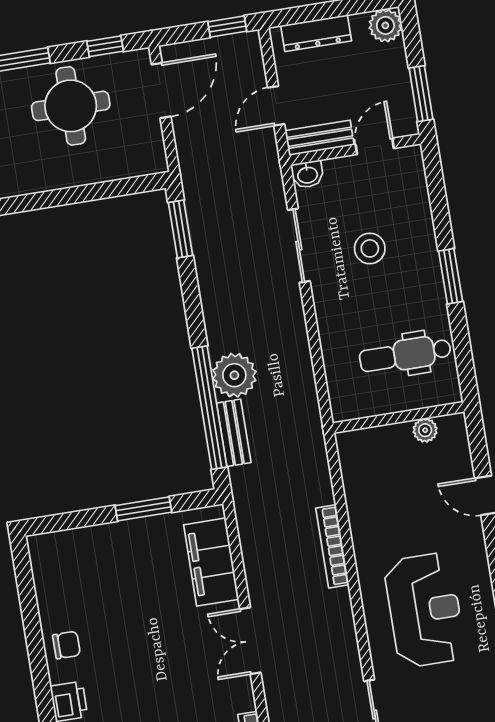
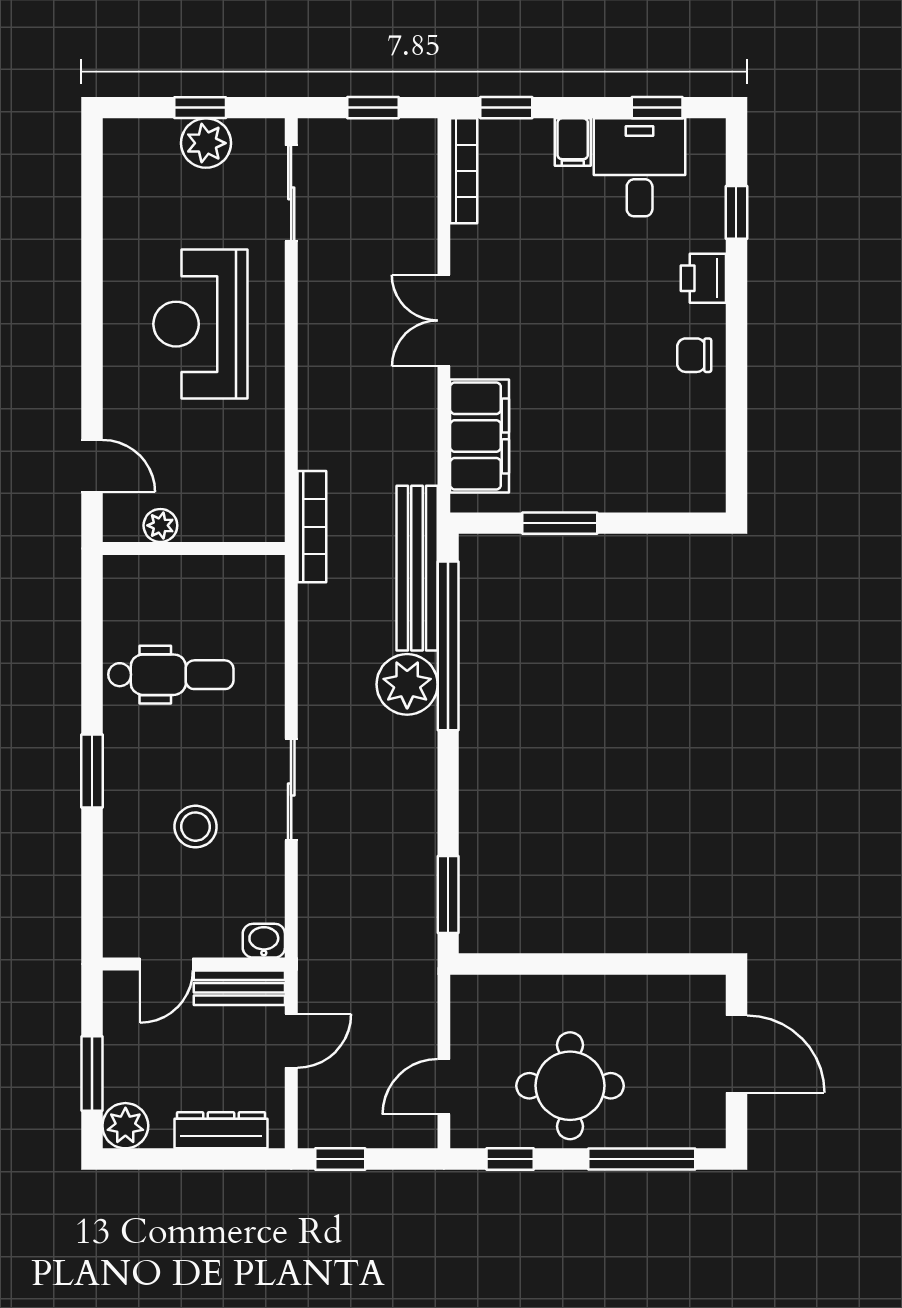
door: (161, 91) -> (444, 1087), width x0.73
window: (421, 94) -> (92, 1073), moved
sliding door: (299, 246) -> (291, 790), moved
wall: (398, 417) -> (194, 549), moved
plant: (425, 430) -> (160, 525), moved
bench: (234, 433) -> (417, 568), width x1.86, depth x1.21
bookcase: (332, 546) -> (312, 527), moved
double door: (250, 641) -> (444, 321), swing flipped

